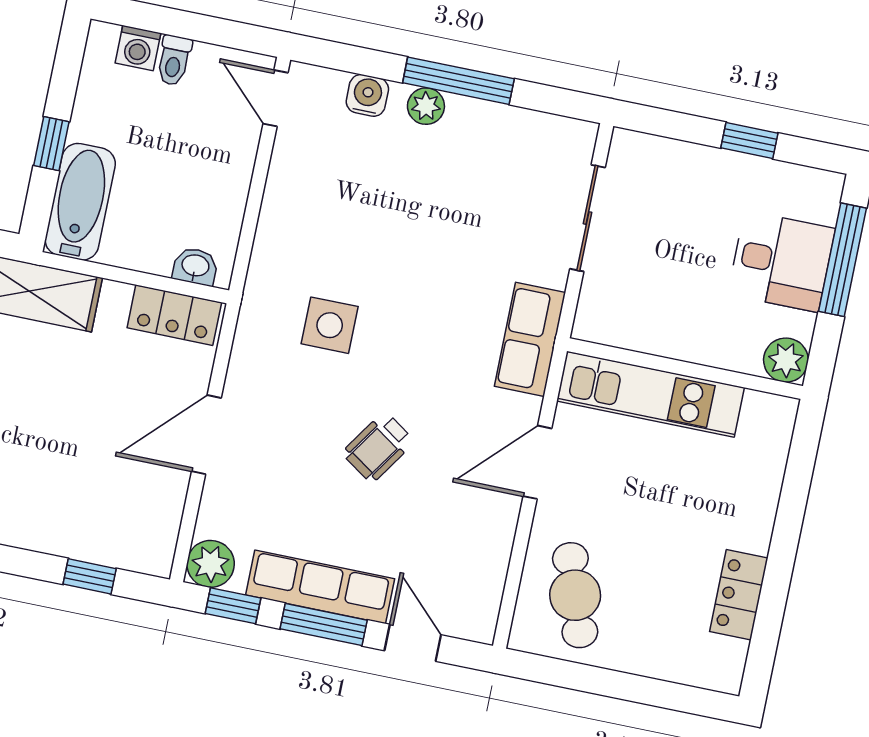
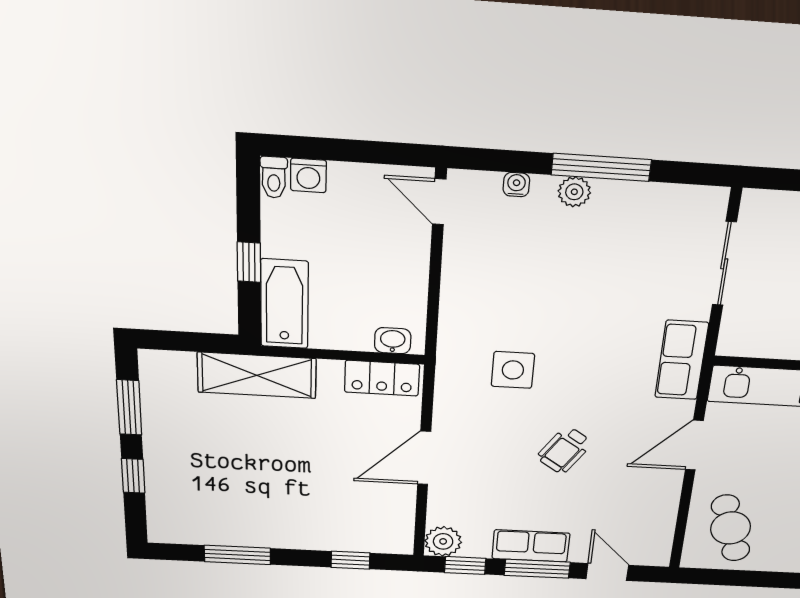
toilet: (174, 60) -> (274, 177), moved
water cooler: (367, 95) -> (516, 185), width x0.72, depth x0.72
row of seats: (320, 587) -> (531, 546), width x0.68

